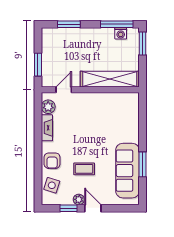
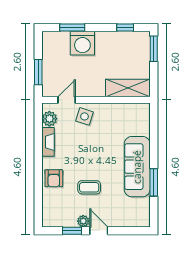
window: (117, 24) -> (125, 27), width x0.46
washing machine: (121, 33) -> (82, 43), moved, width x1.89, depth x1.89
shelving: (110, 79) -> (128, 88), width x0.68
sofa: (128, 171) -> (137, 167), moved
side table: (52, 185) -> (84, 116), moved

